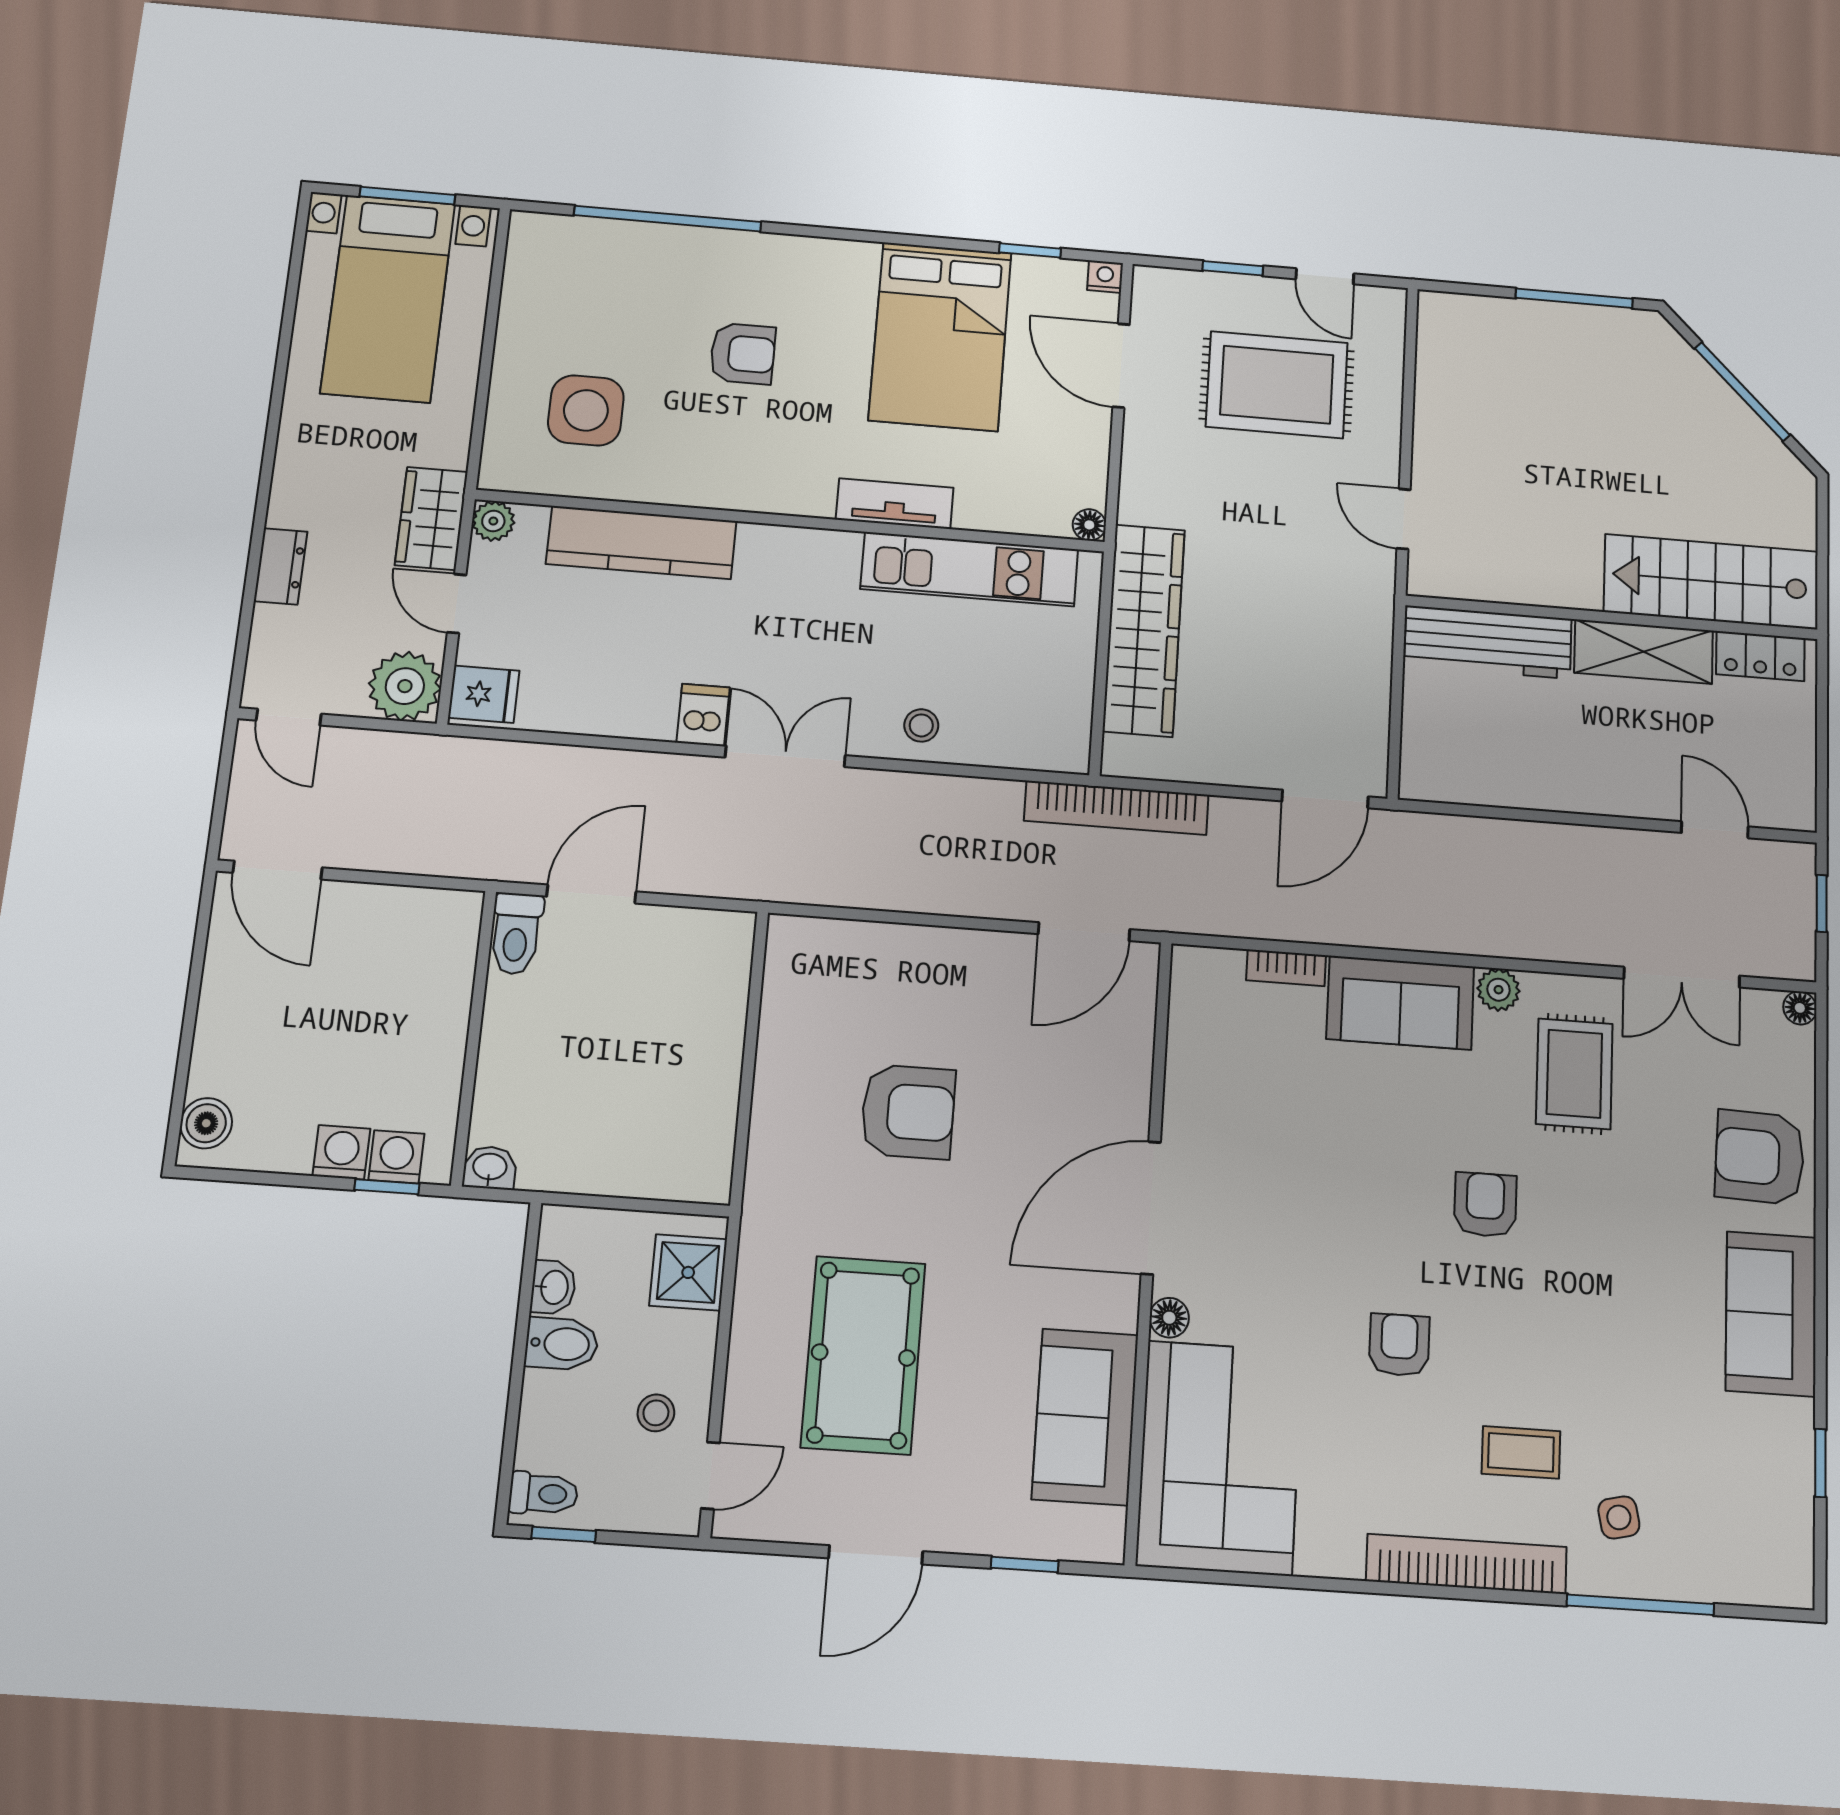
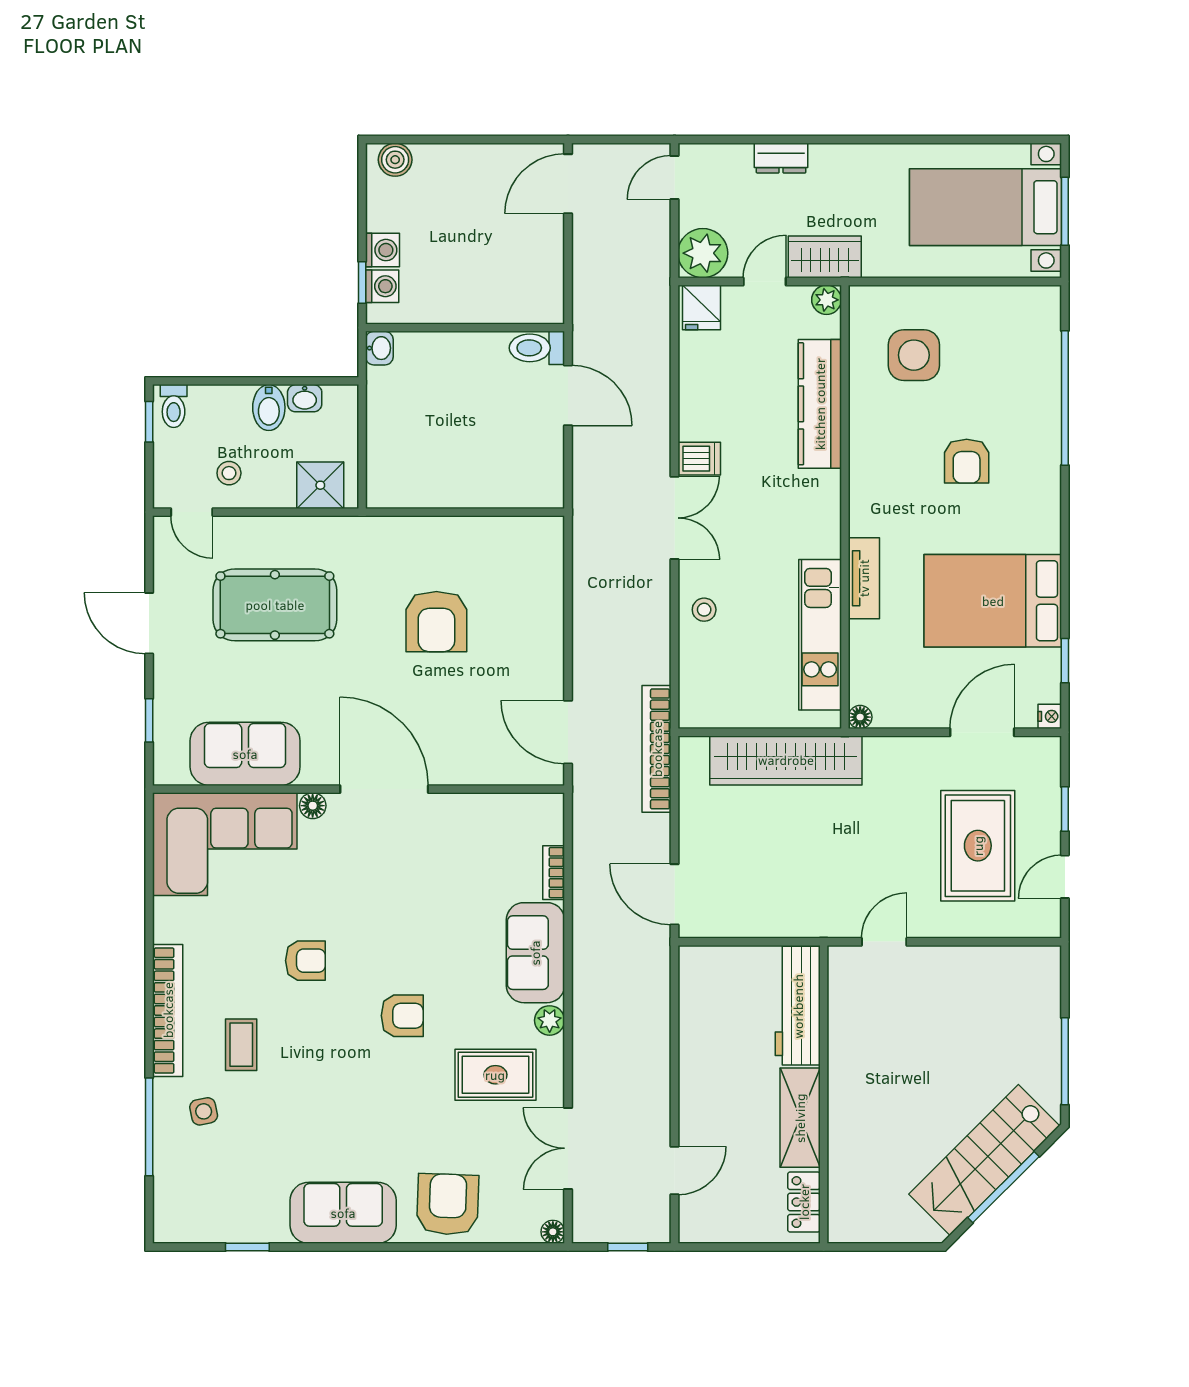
stairs: (1711, 582) -> (984, 1160), moved, turned -135

